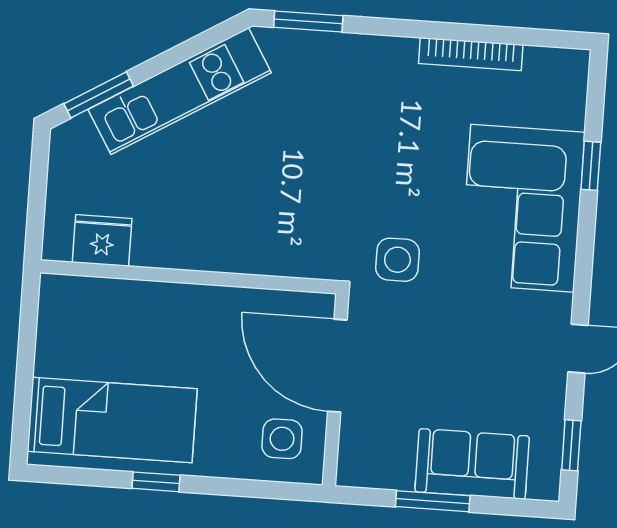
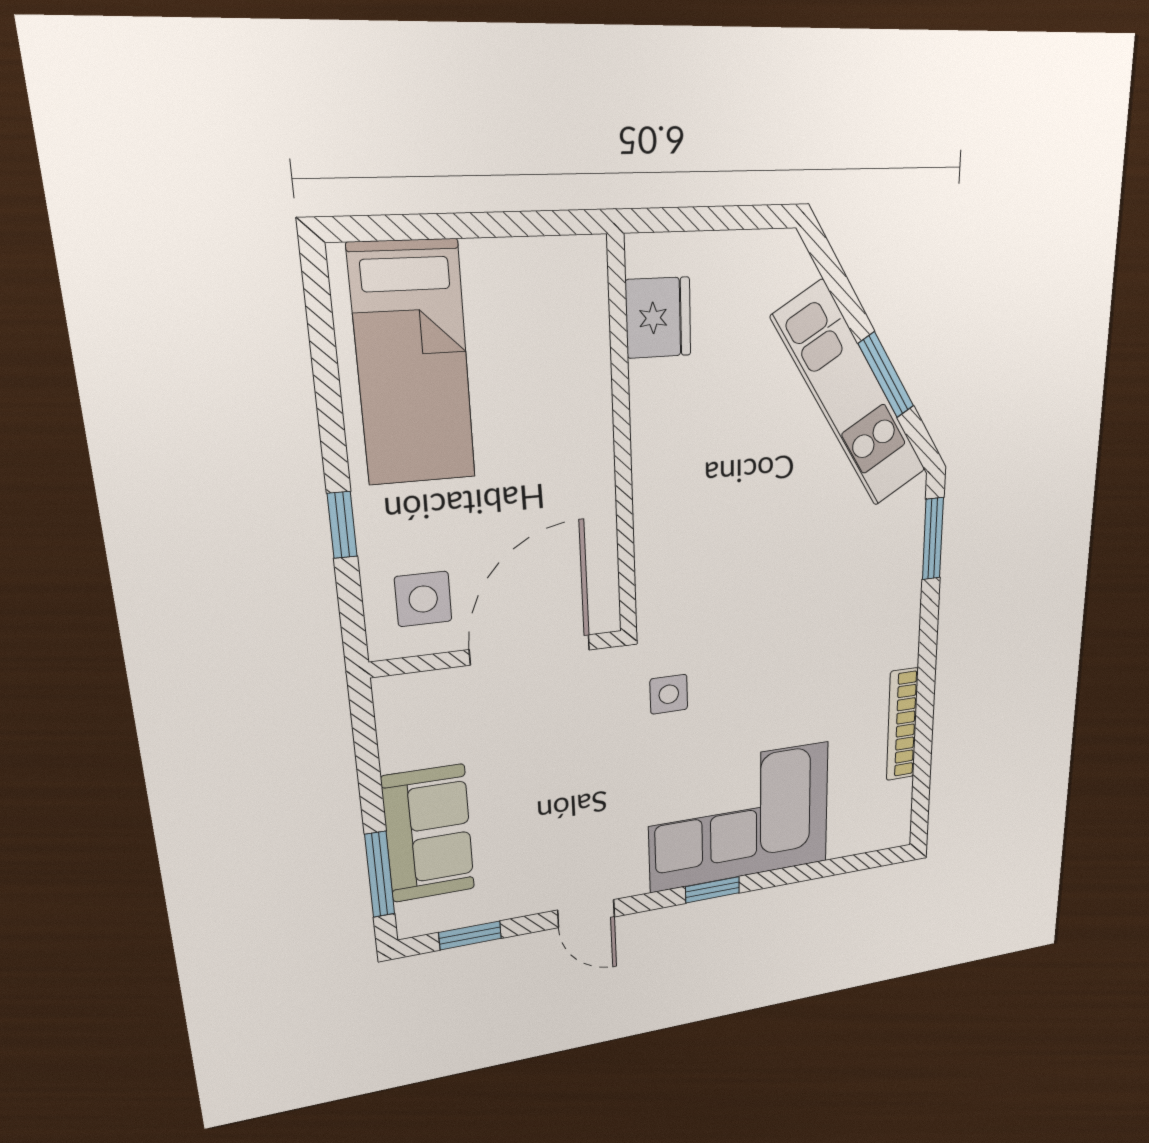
window: (99, 95) -> (886, 375), moved
window: (591, 166) -> (712, 890), moved
side table: (397, 260) -> (669, 694), width x0.73, depth x0.73
window: (156, 482) -> (342, 525), moved
window: (433, 501) -> (380, 874), moved

